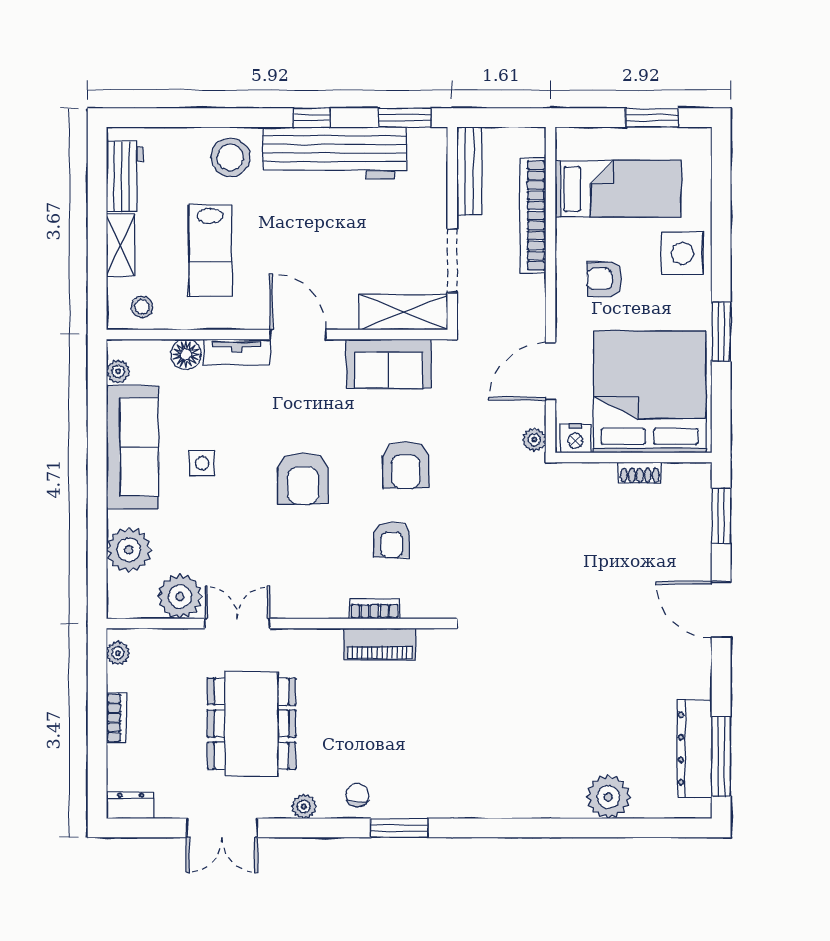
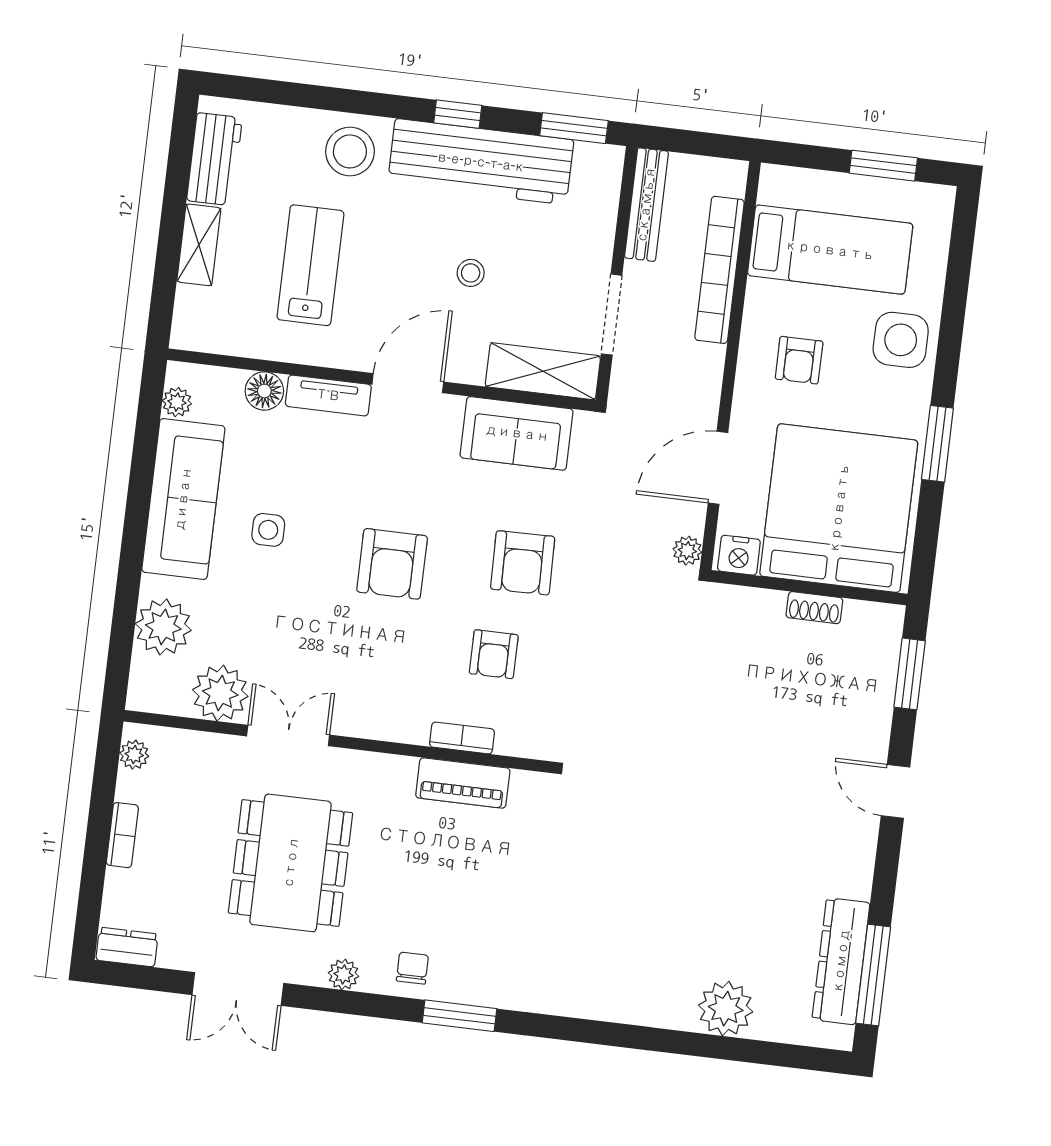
lab bench: (210, 251) -> (310, 265), turned 180
armchair: (604, 279) -> (799, 360), turned -90
stool: (142, 307) -> (471, 273), moved
door: (298, 334) -> (408, 383), hinge flipped
door: (721, 610) -> (895, 791), width x0.73

